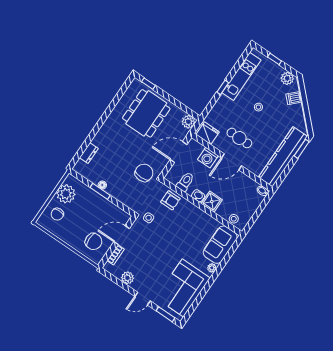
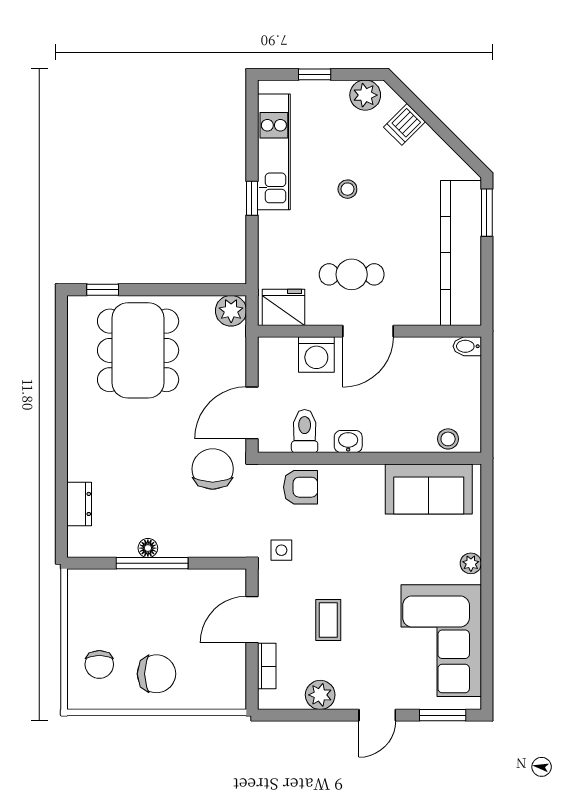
door: (178, 152) -> (252, 413), moved
window: (100, 191) -> (152, 563), width x1.44
plant: (66, 194) -> (89, 614), removed
shower: (212, 202) -> (382, 435), removed
chair: (93, 241) -> (156, 674), moved
sofa: (220, 245) -> (429, 489), moved, turned -90
coffee table: (148, 254) -> (328, 620), added

